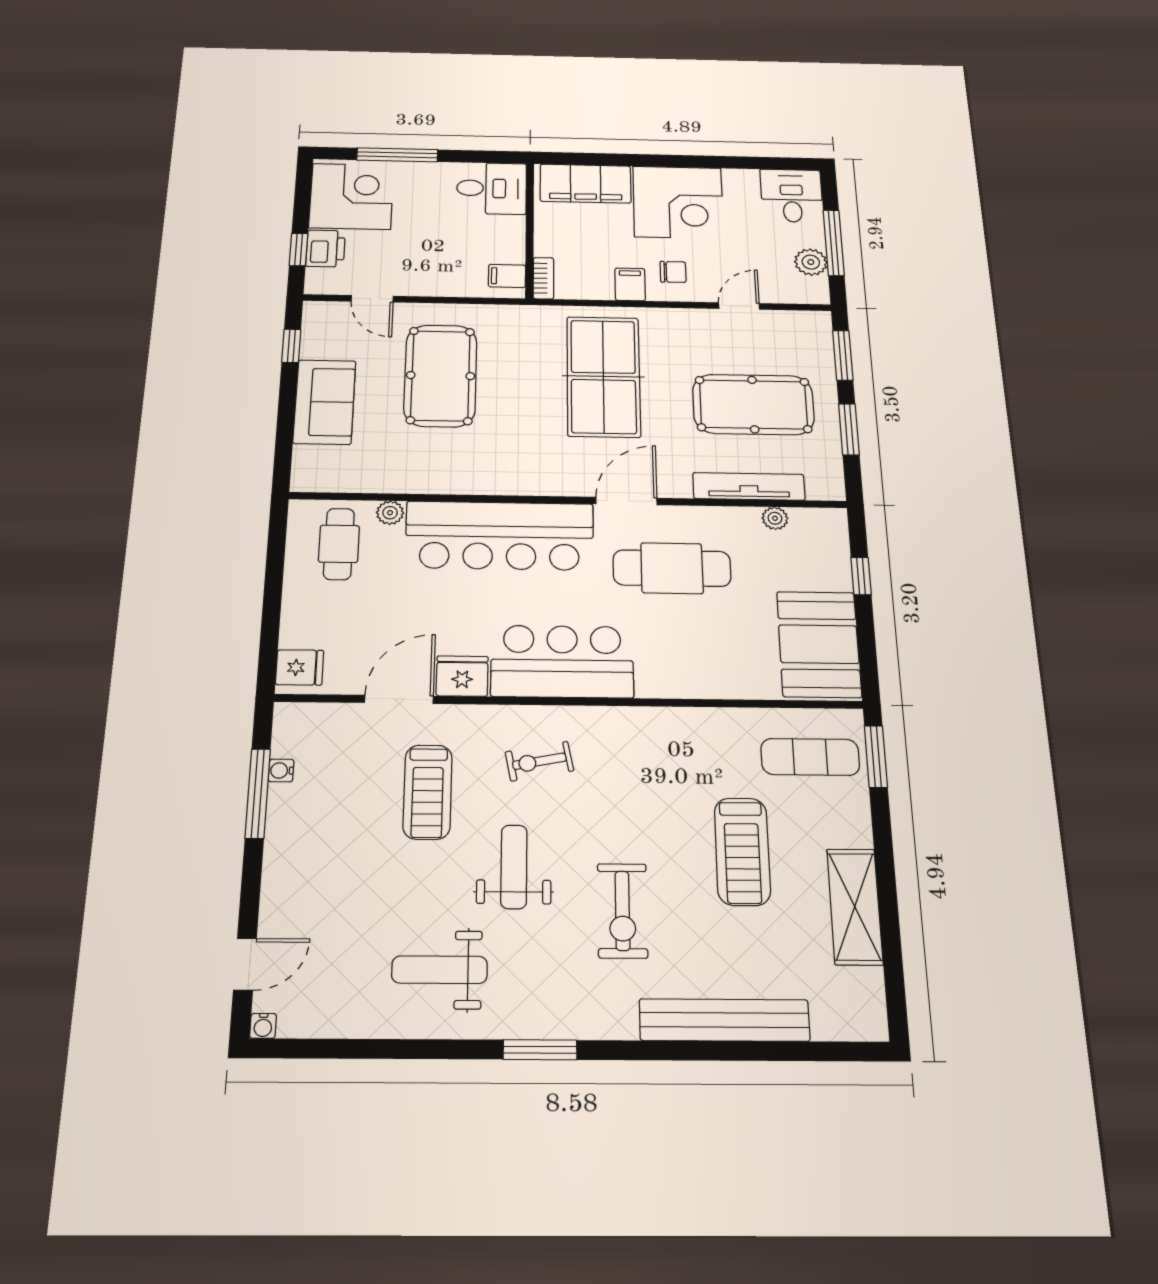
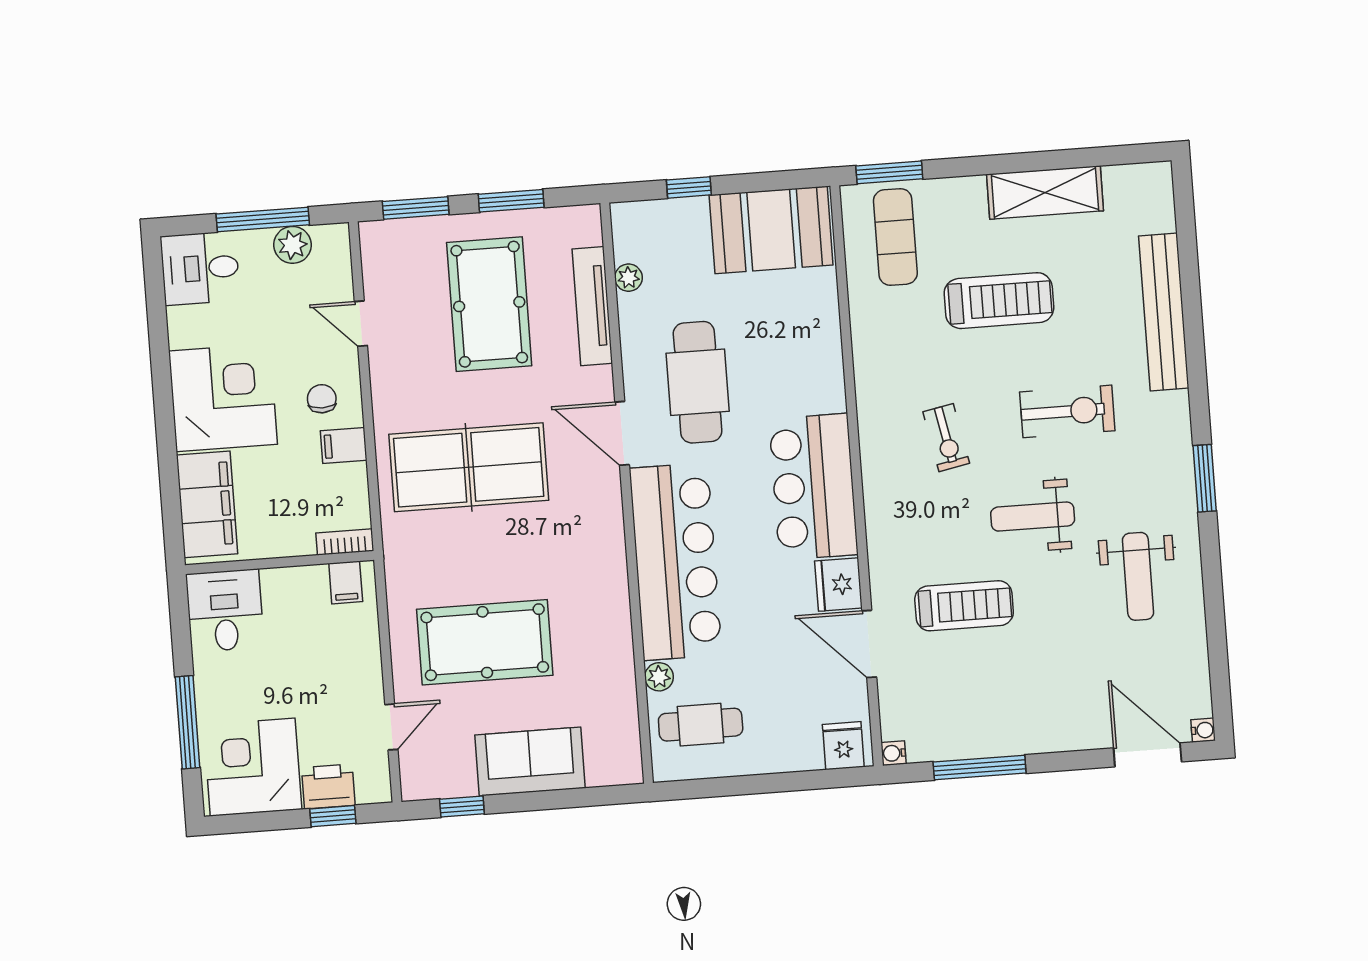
exercise bike: (539, 761) -> (946, 438), moved
water cooler: (281, 771) -> (894, 753), moved, turned 90
door: (245, 964) -> (1148, 755), width x1.37

